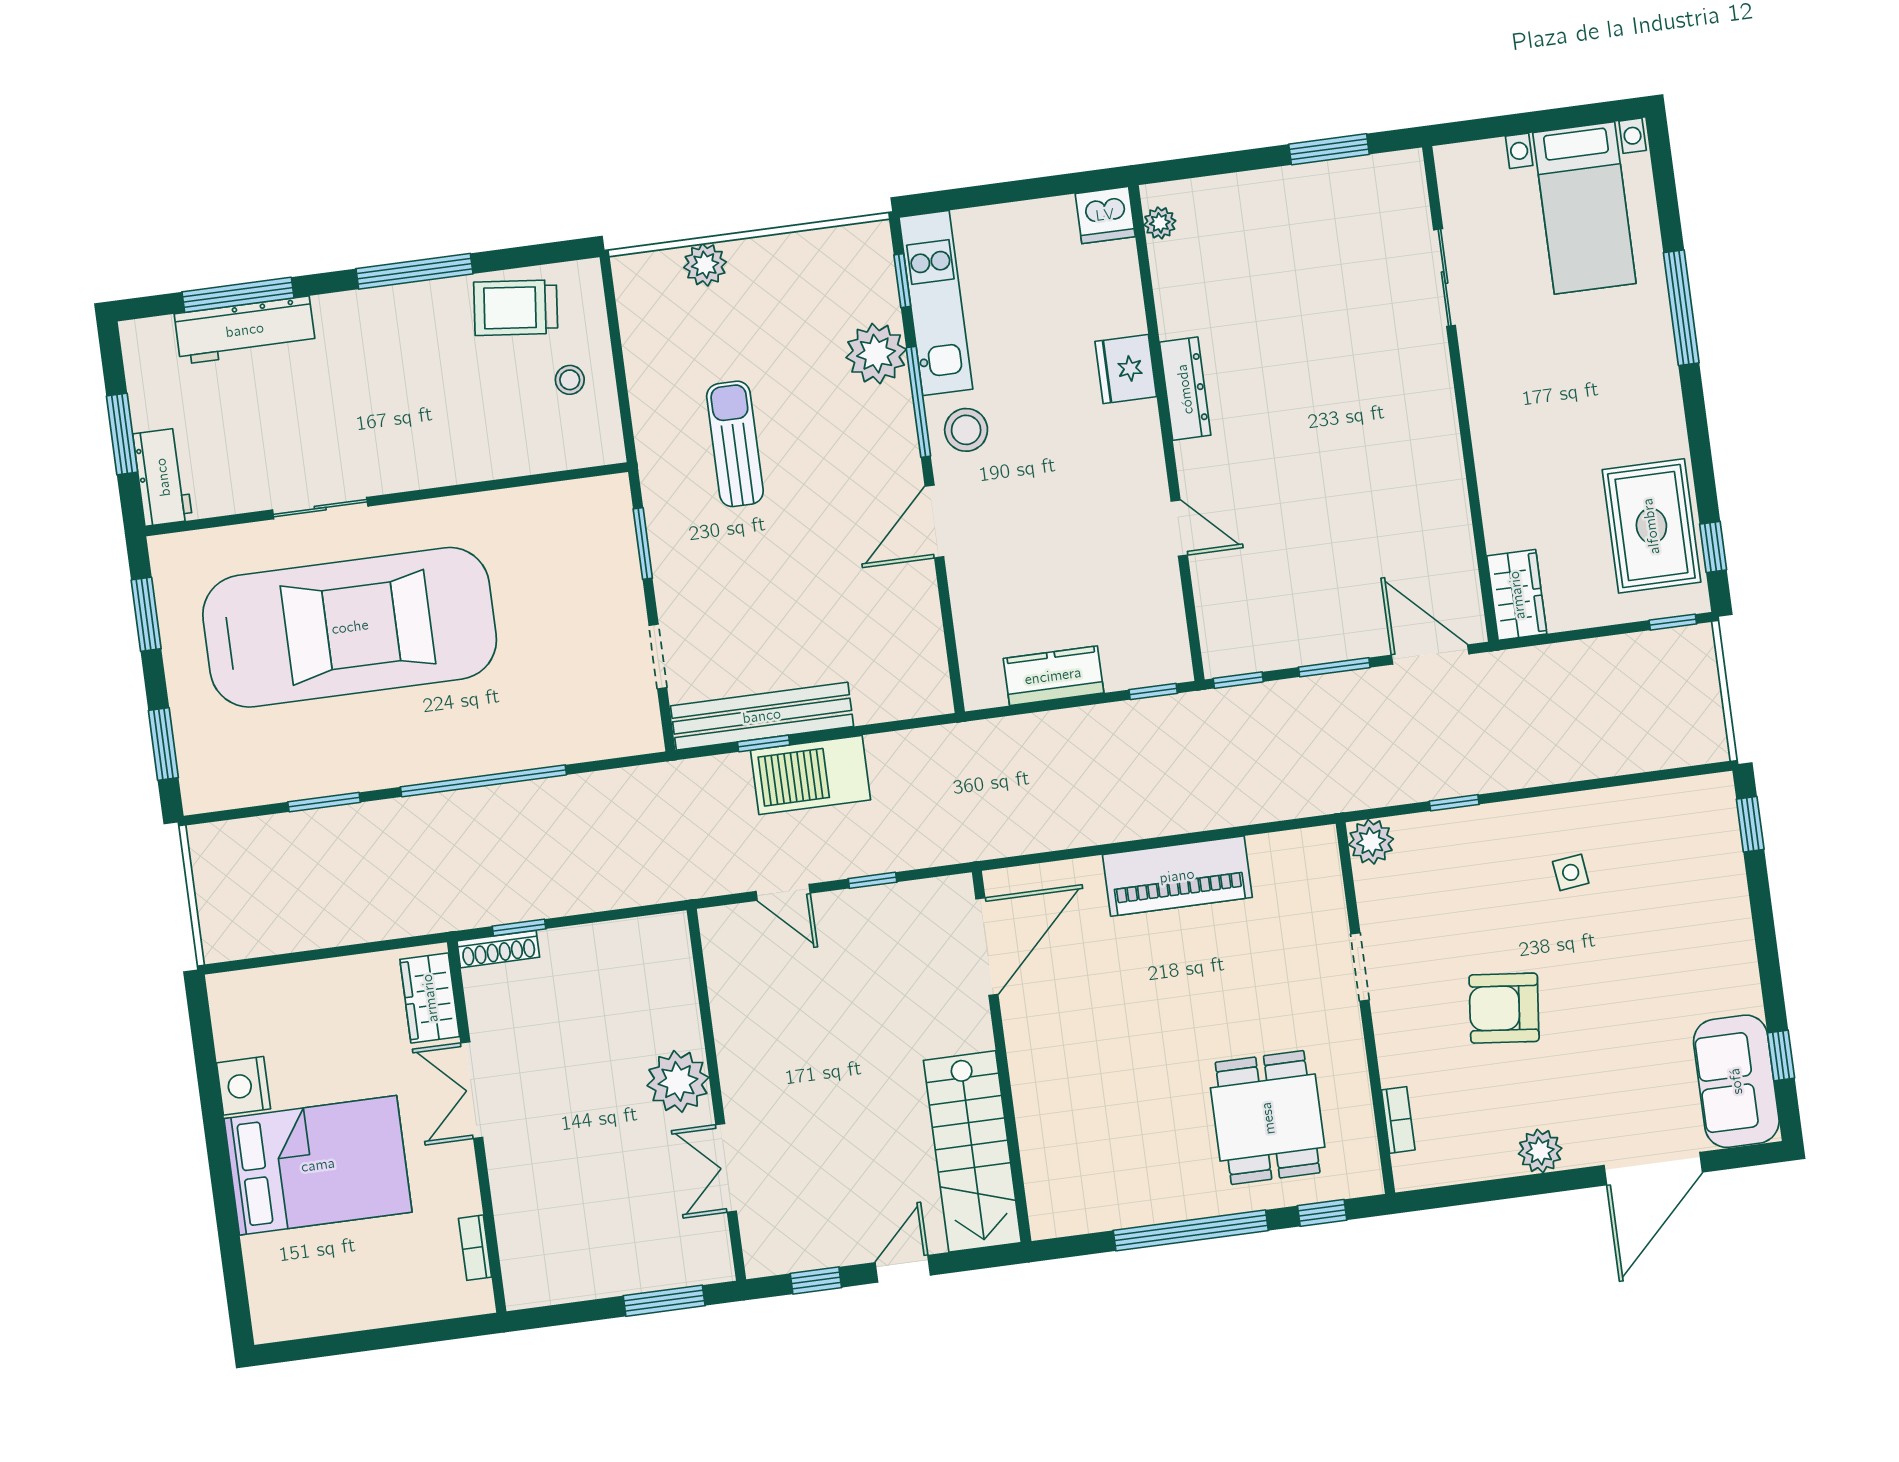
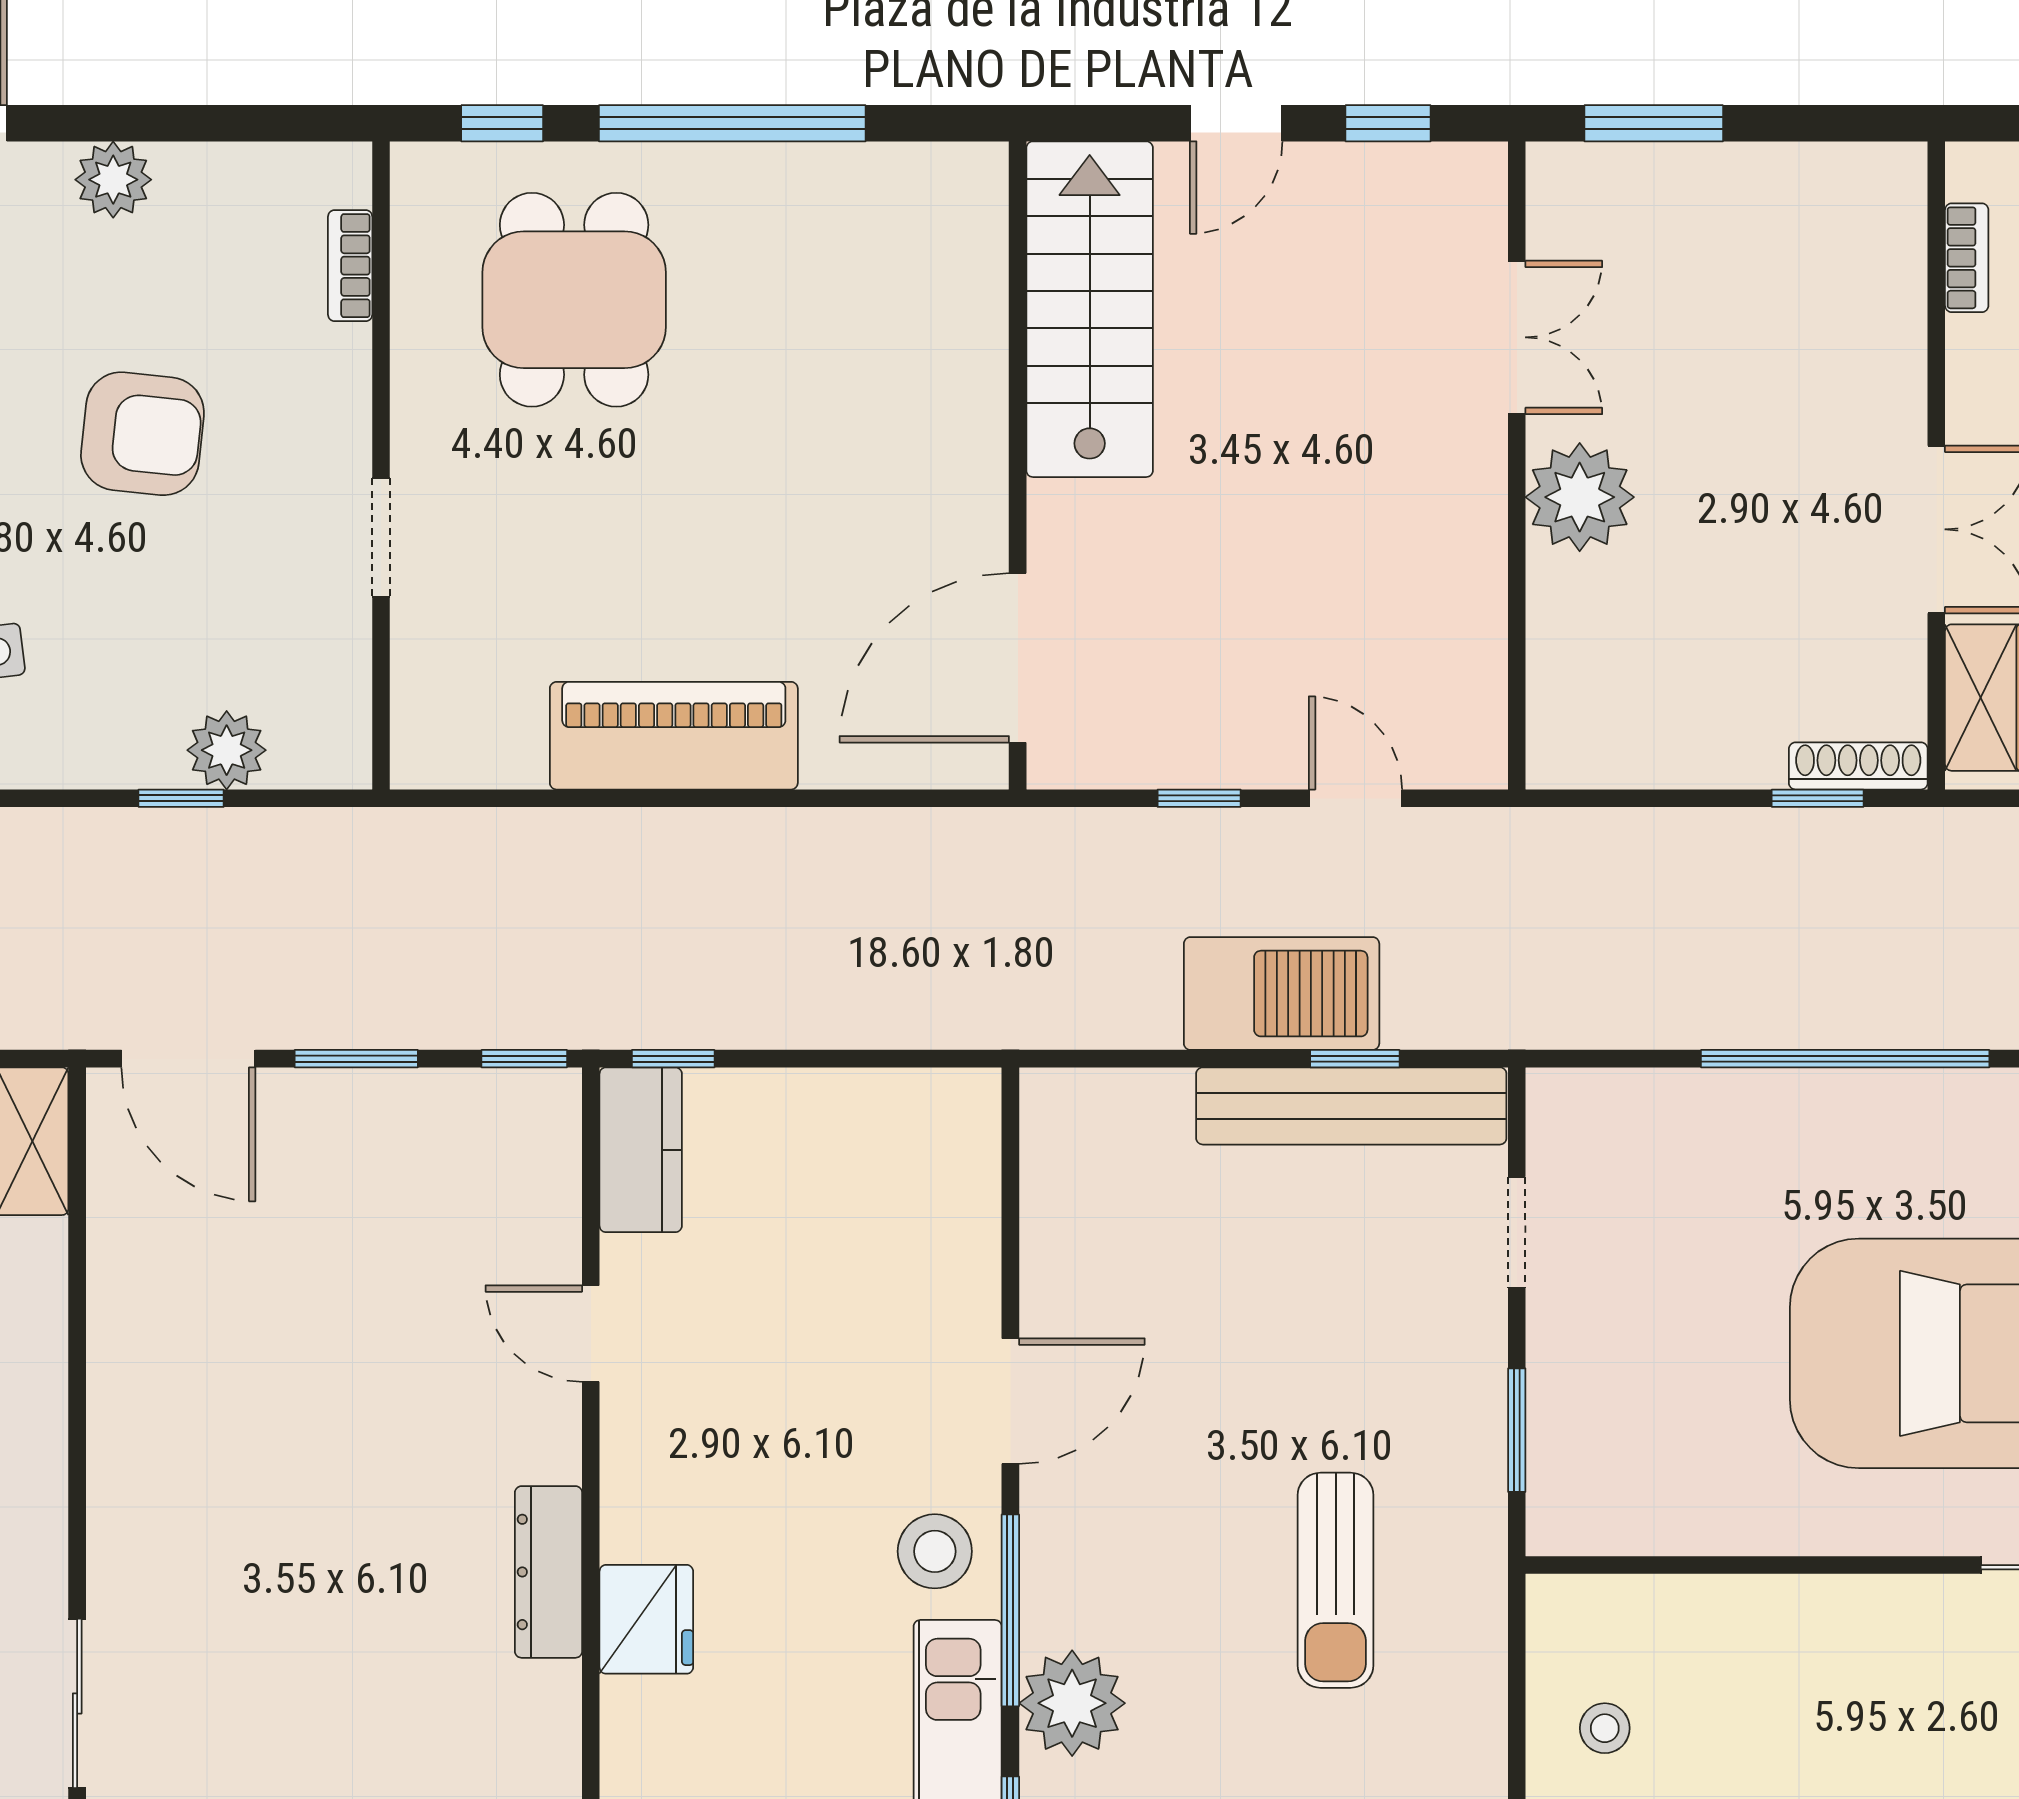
kitchen counter: (1053, 676) -> (641, 1150), moved, turned -90
plant: (1371, 842) -> (227, 750), moved

